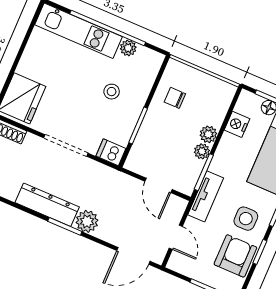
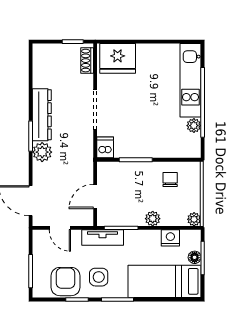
stool: (112, 92) -> (154, 127), removed
plant: (202, 151) -> (194, 219), moved
door: (176, 237) -> (60, 228), hinge flipped
armchair: (235, 256) -> (66, 282), turned -90

